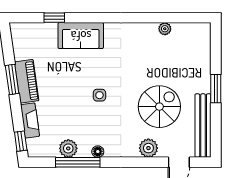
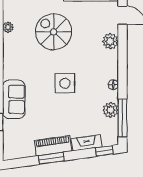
side table: (99, 95) -> (65, 83), width x1.87, depth x1.87
spiral stairs: (159, 107) -> (54, 32), moved
window: (78, 162) -> (122, 118), moved

